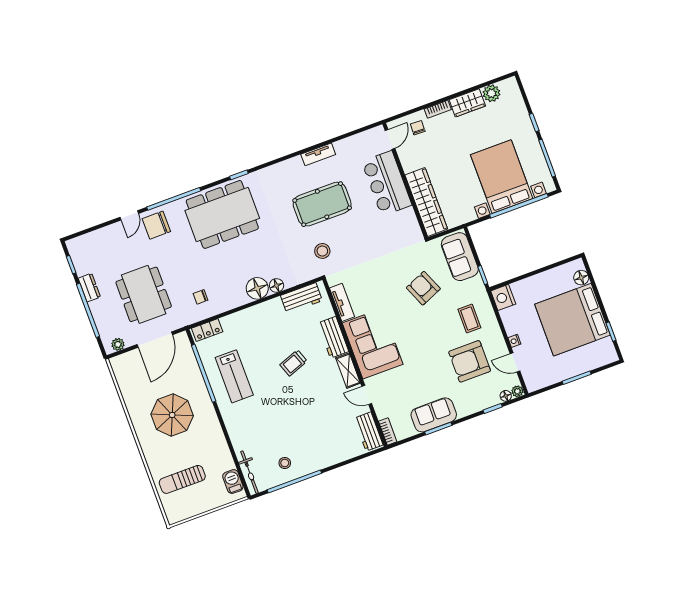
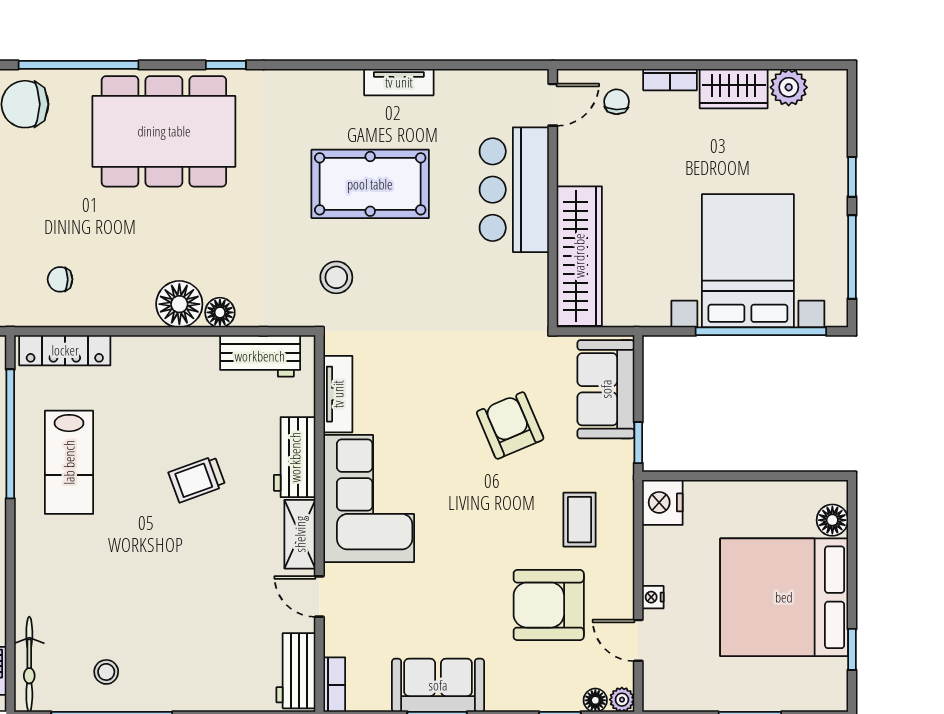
locker: (207, 330) -> (65, 350), width x1.53

